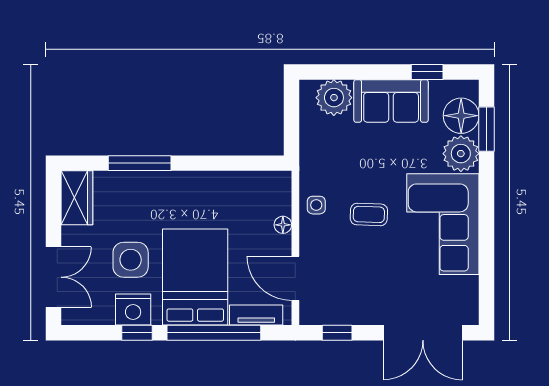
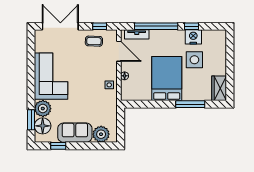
coffee table: (369, 214) -> (94, 41), moved
double door: (54, 277) -> (230, 52), removed
bed: (195, 277) -> (167, 79), moved, turned 180

